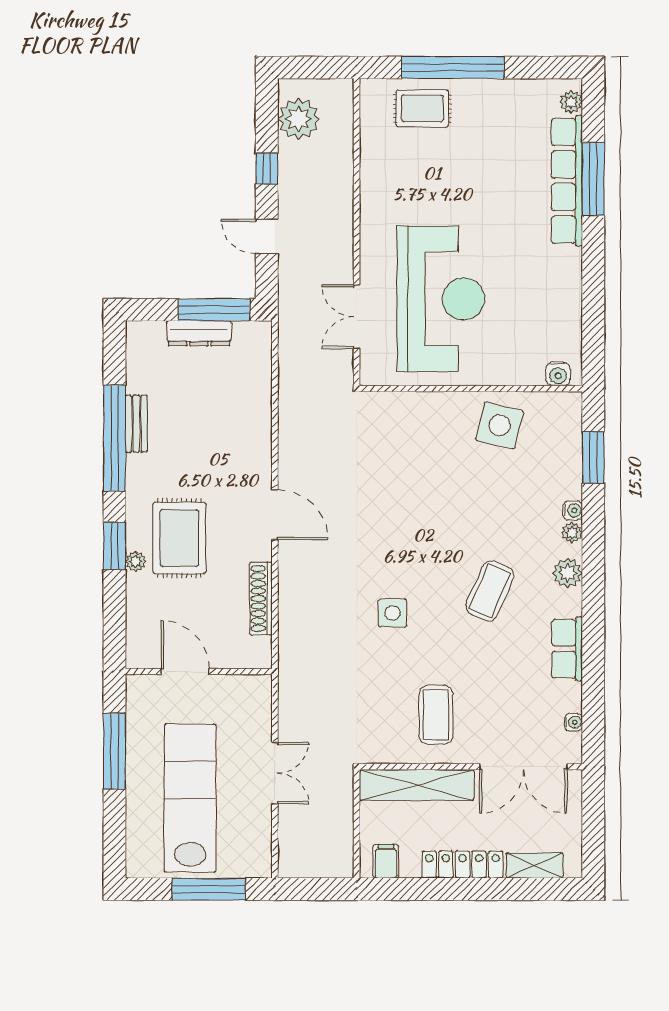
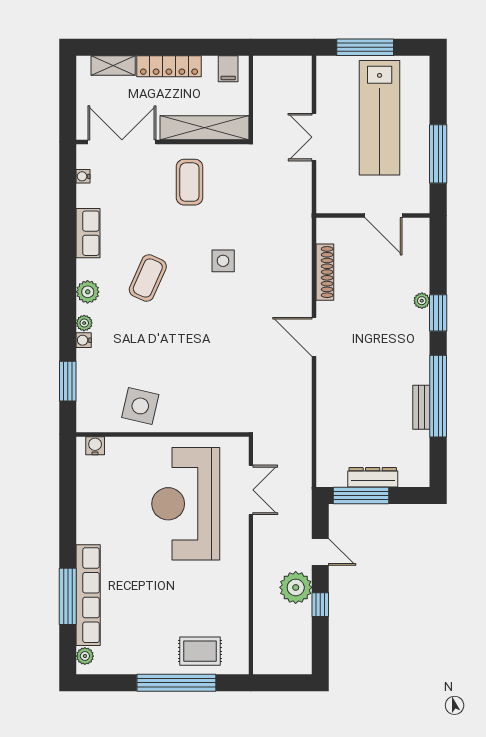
plant: (299, 119) -> (296, 587), moved
rug: (179, 538) -> (388, 319), removed

